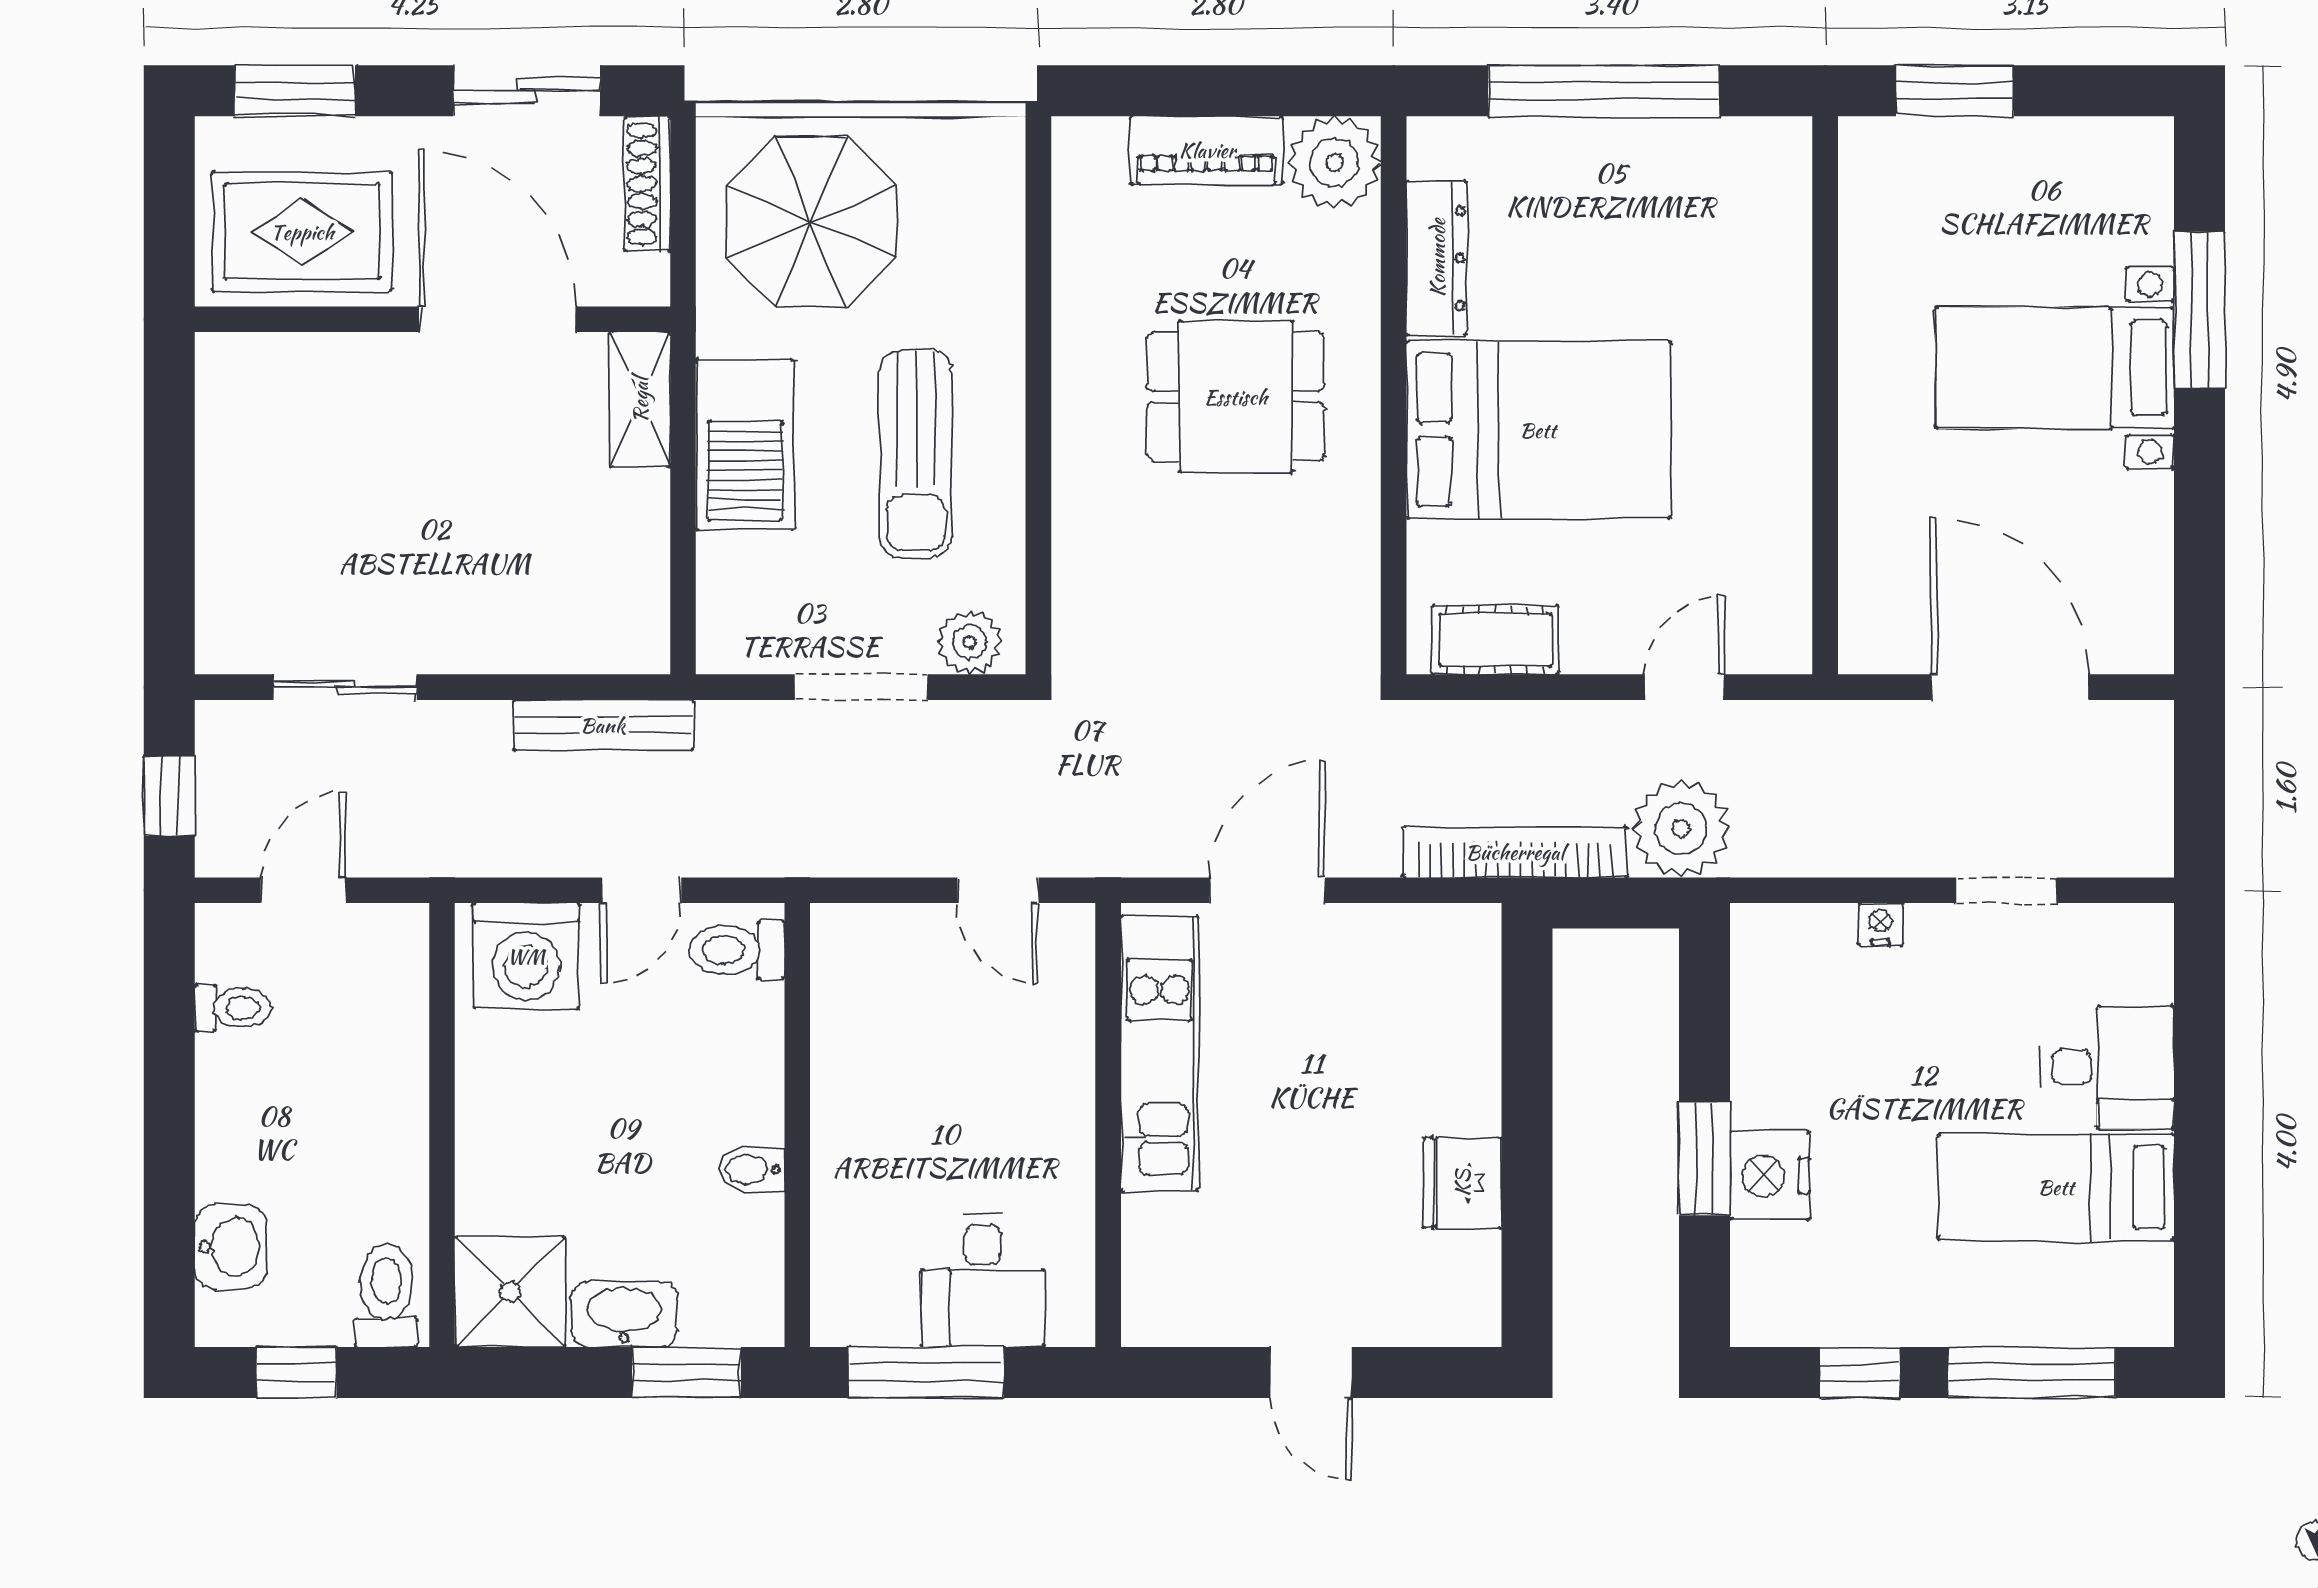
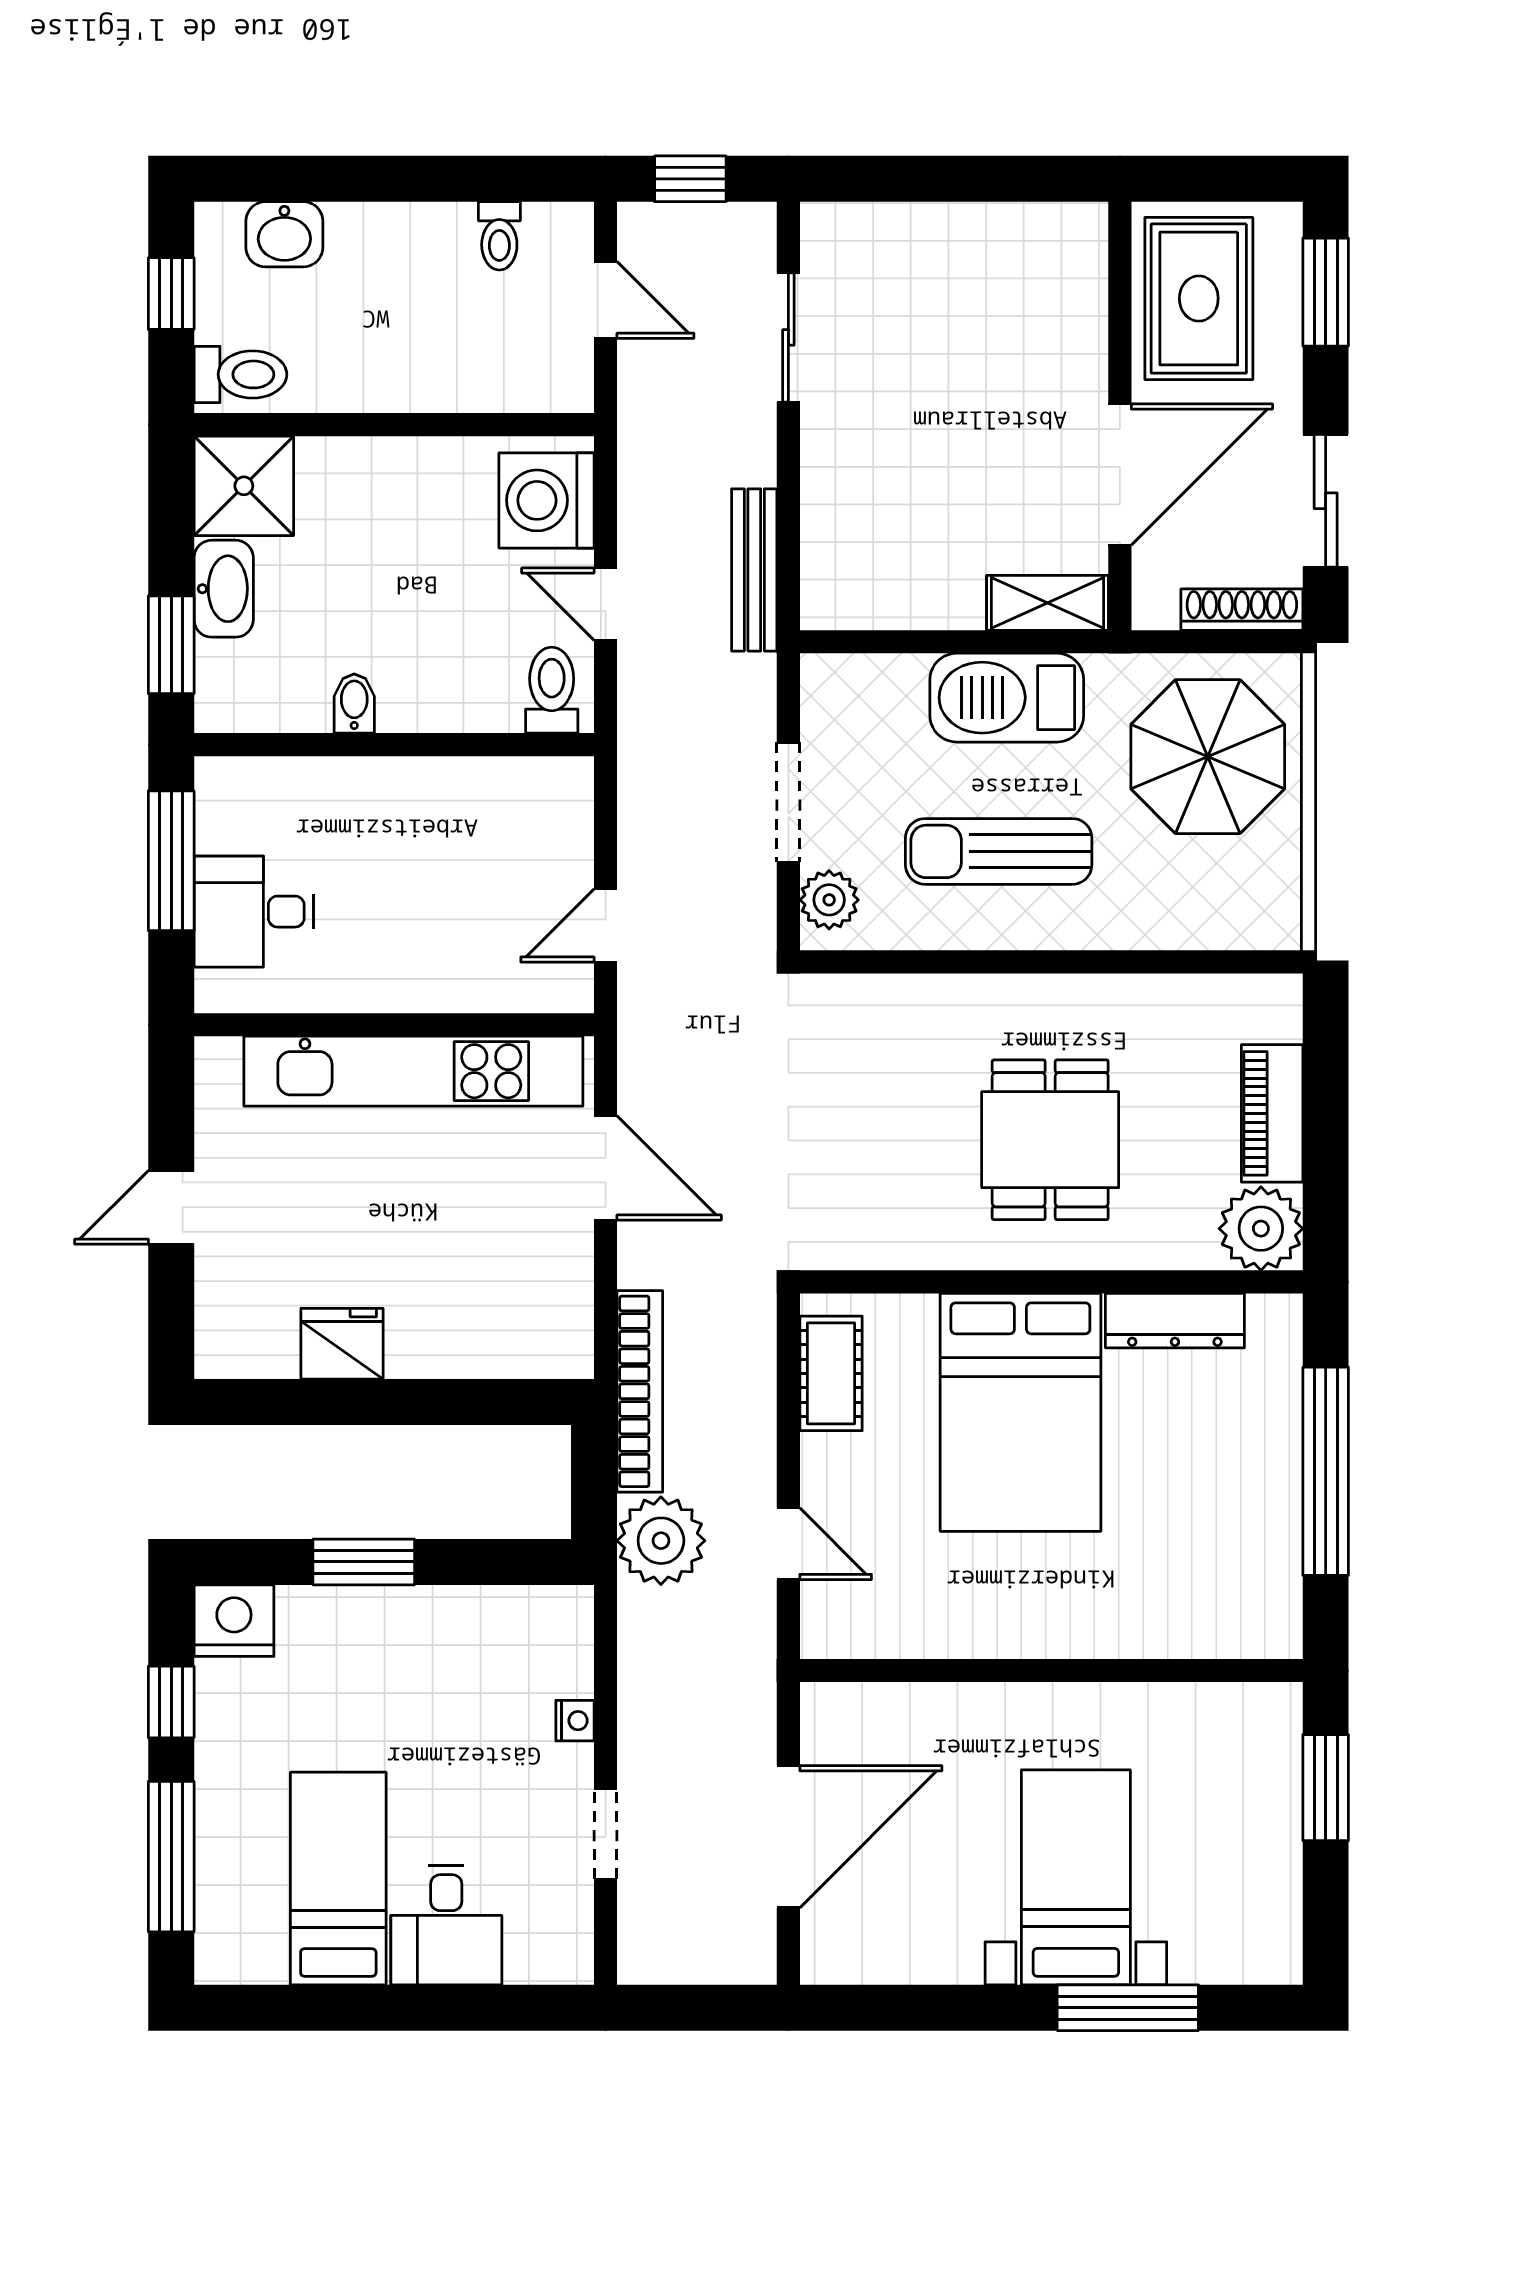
kitchen unit: (1160, 1053) -> (413, 1071), width x1.36
nightstand: (1770, 1176) -> (234, 1621), moved

